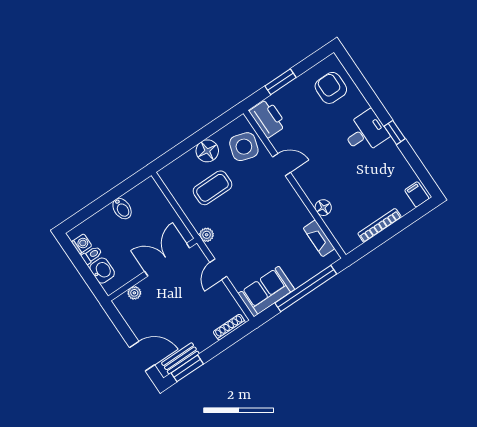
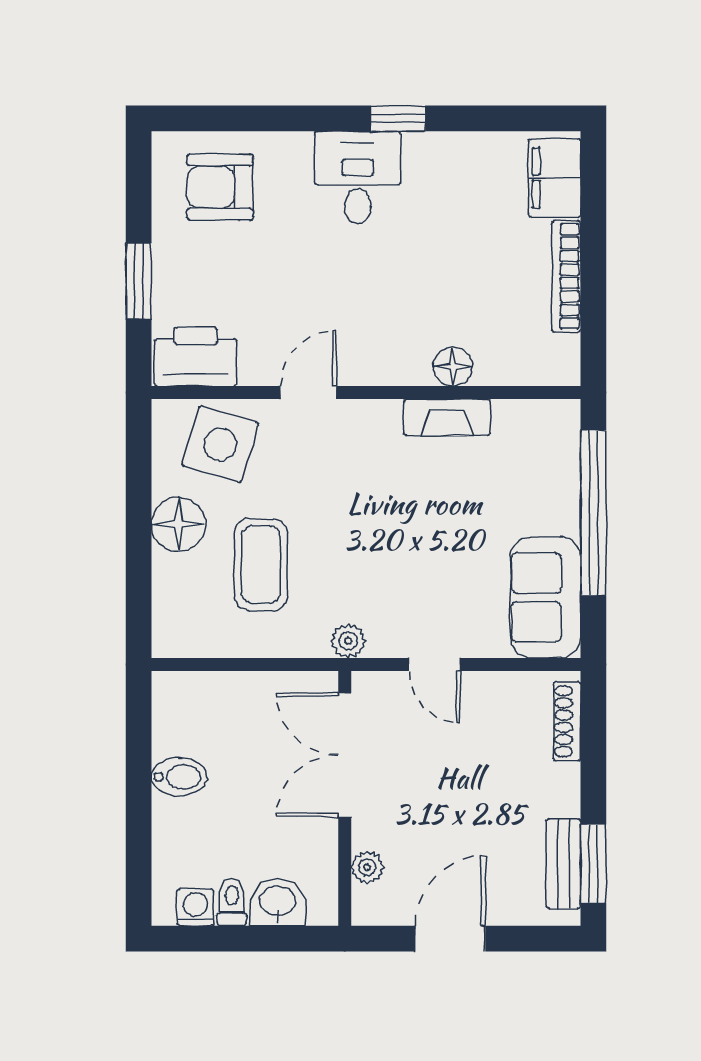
filing cabinet: (417, 194) -> (554, 178), width x2.00
fireplace: (319, 238) -> (447, 417), moved
door: (142, 356) -> (450, 939), moved

